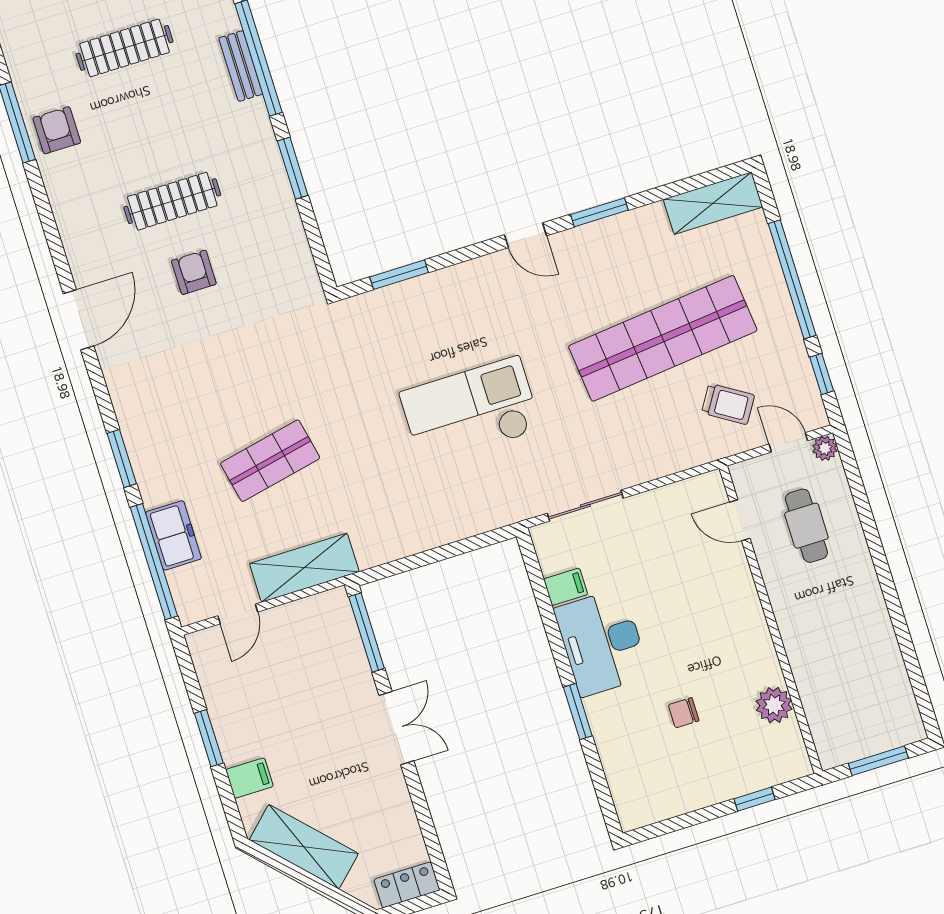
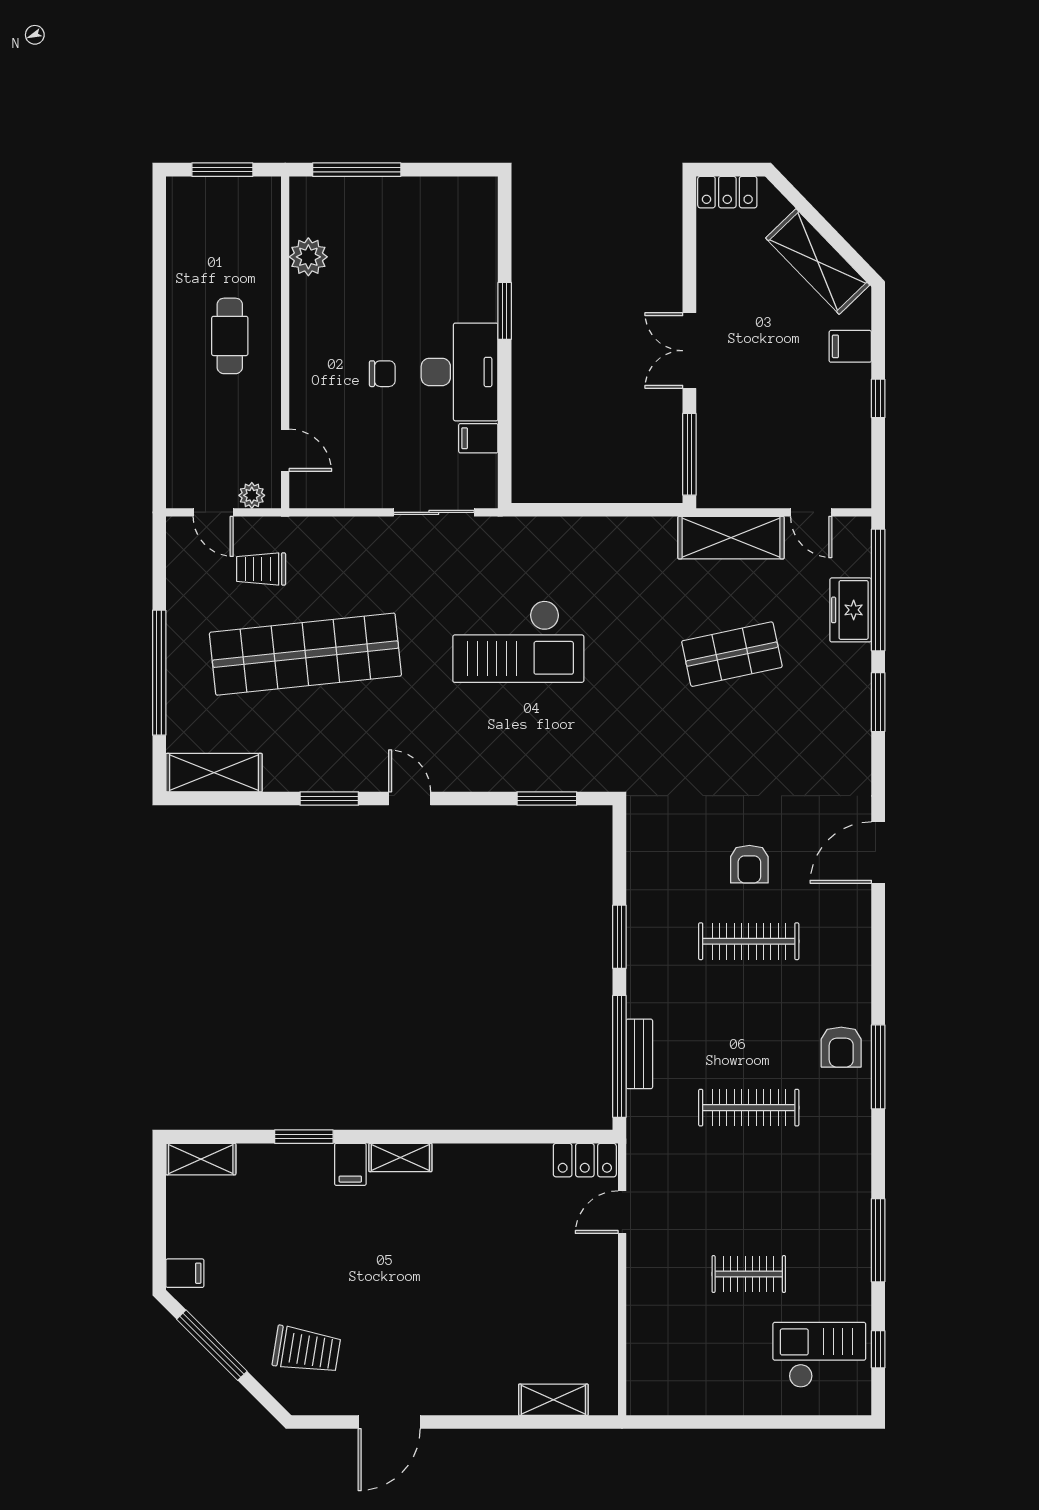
window: (822, 374) -> (159, 570), removed
trolley: (728, 404) -> (261, 569), turned -32
plant: (825, 448) -> (252, 495), moved
cafe table: (806, 526) -> (230, 336), moved
door: (238, 614) -> (811, 512), swing flipped
chair: (684, 713) -> (382, 374), moved
window: (209, 738) -> (878, 398), width x0.67
window: (755, 799) -> (357, 170), width x2.17

